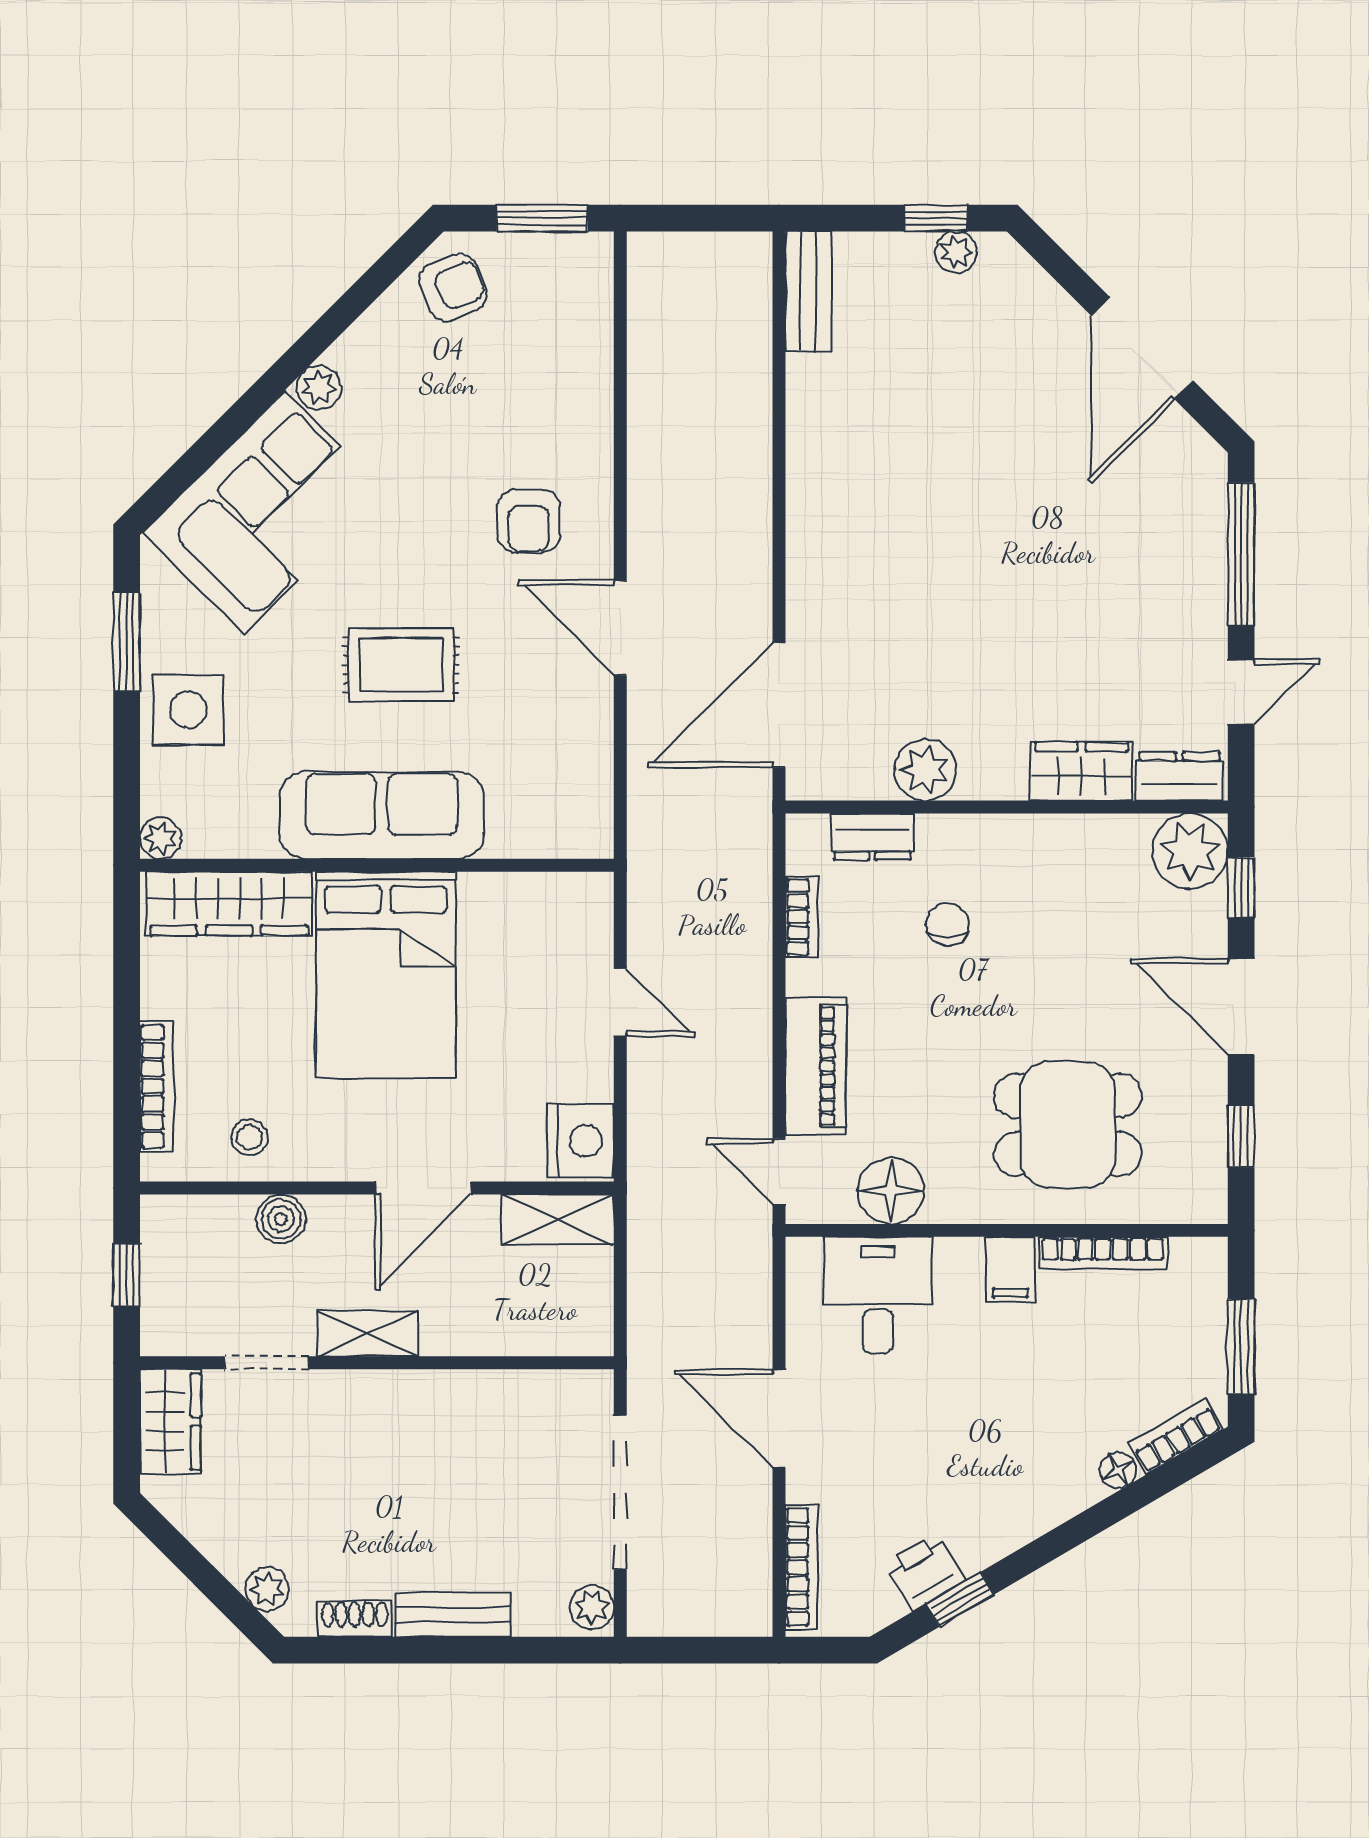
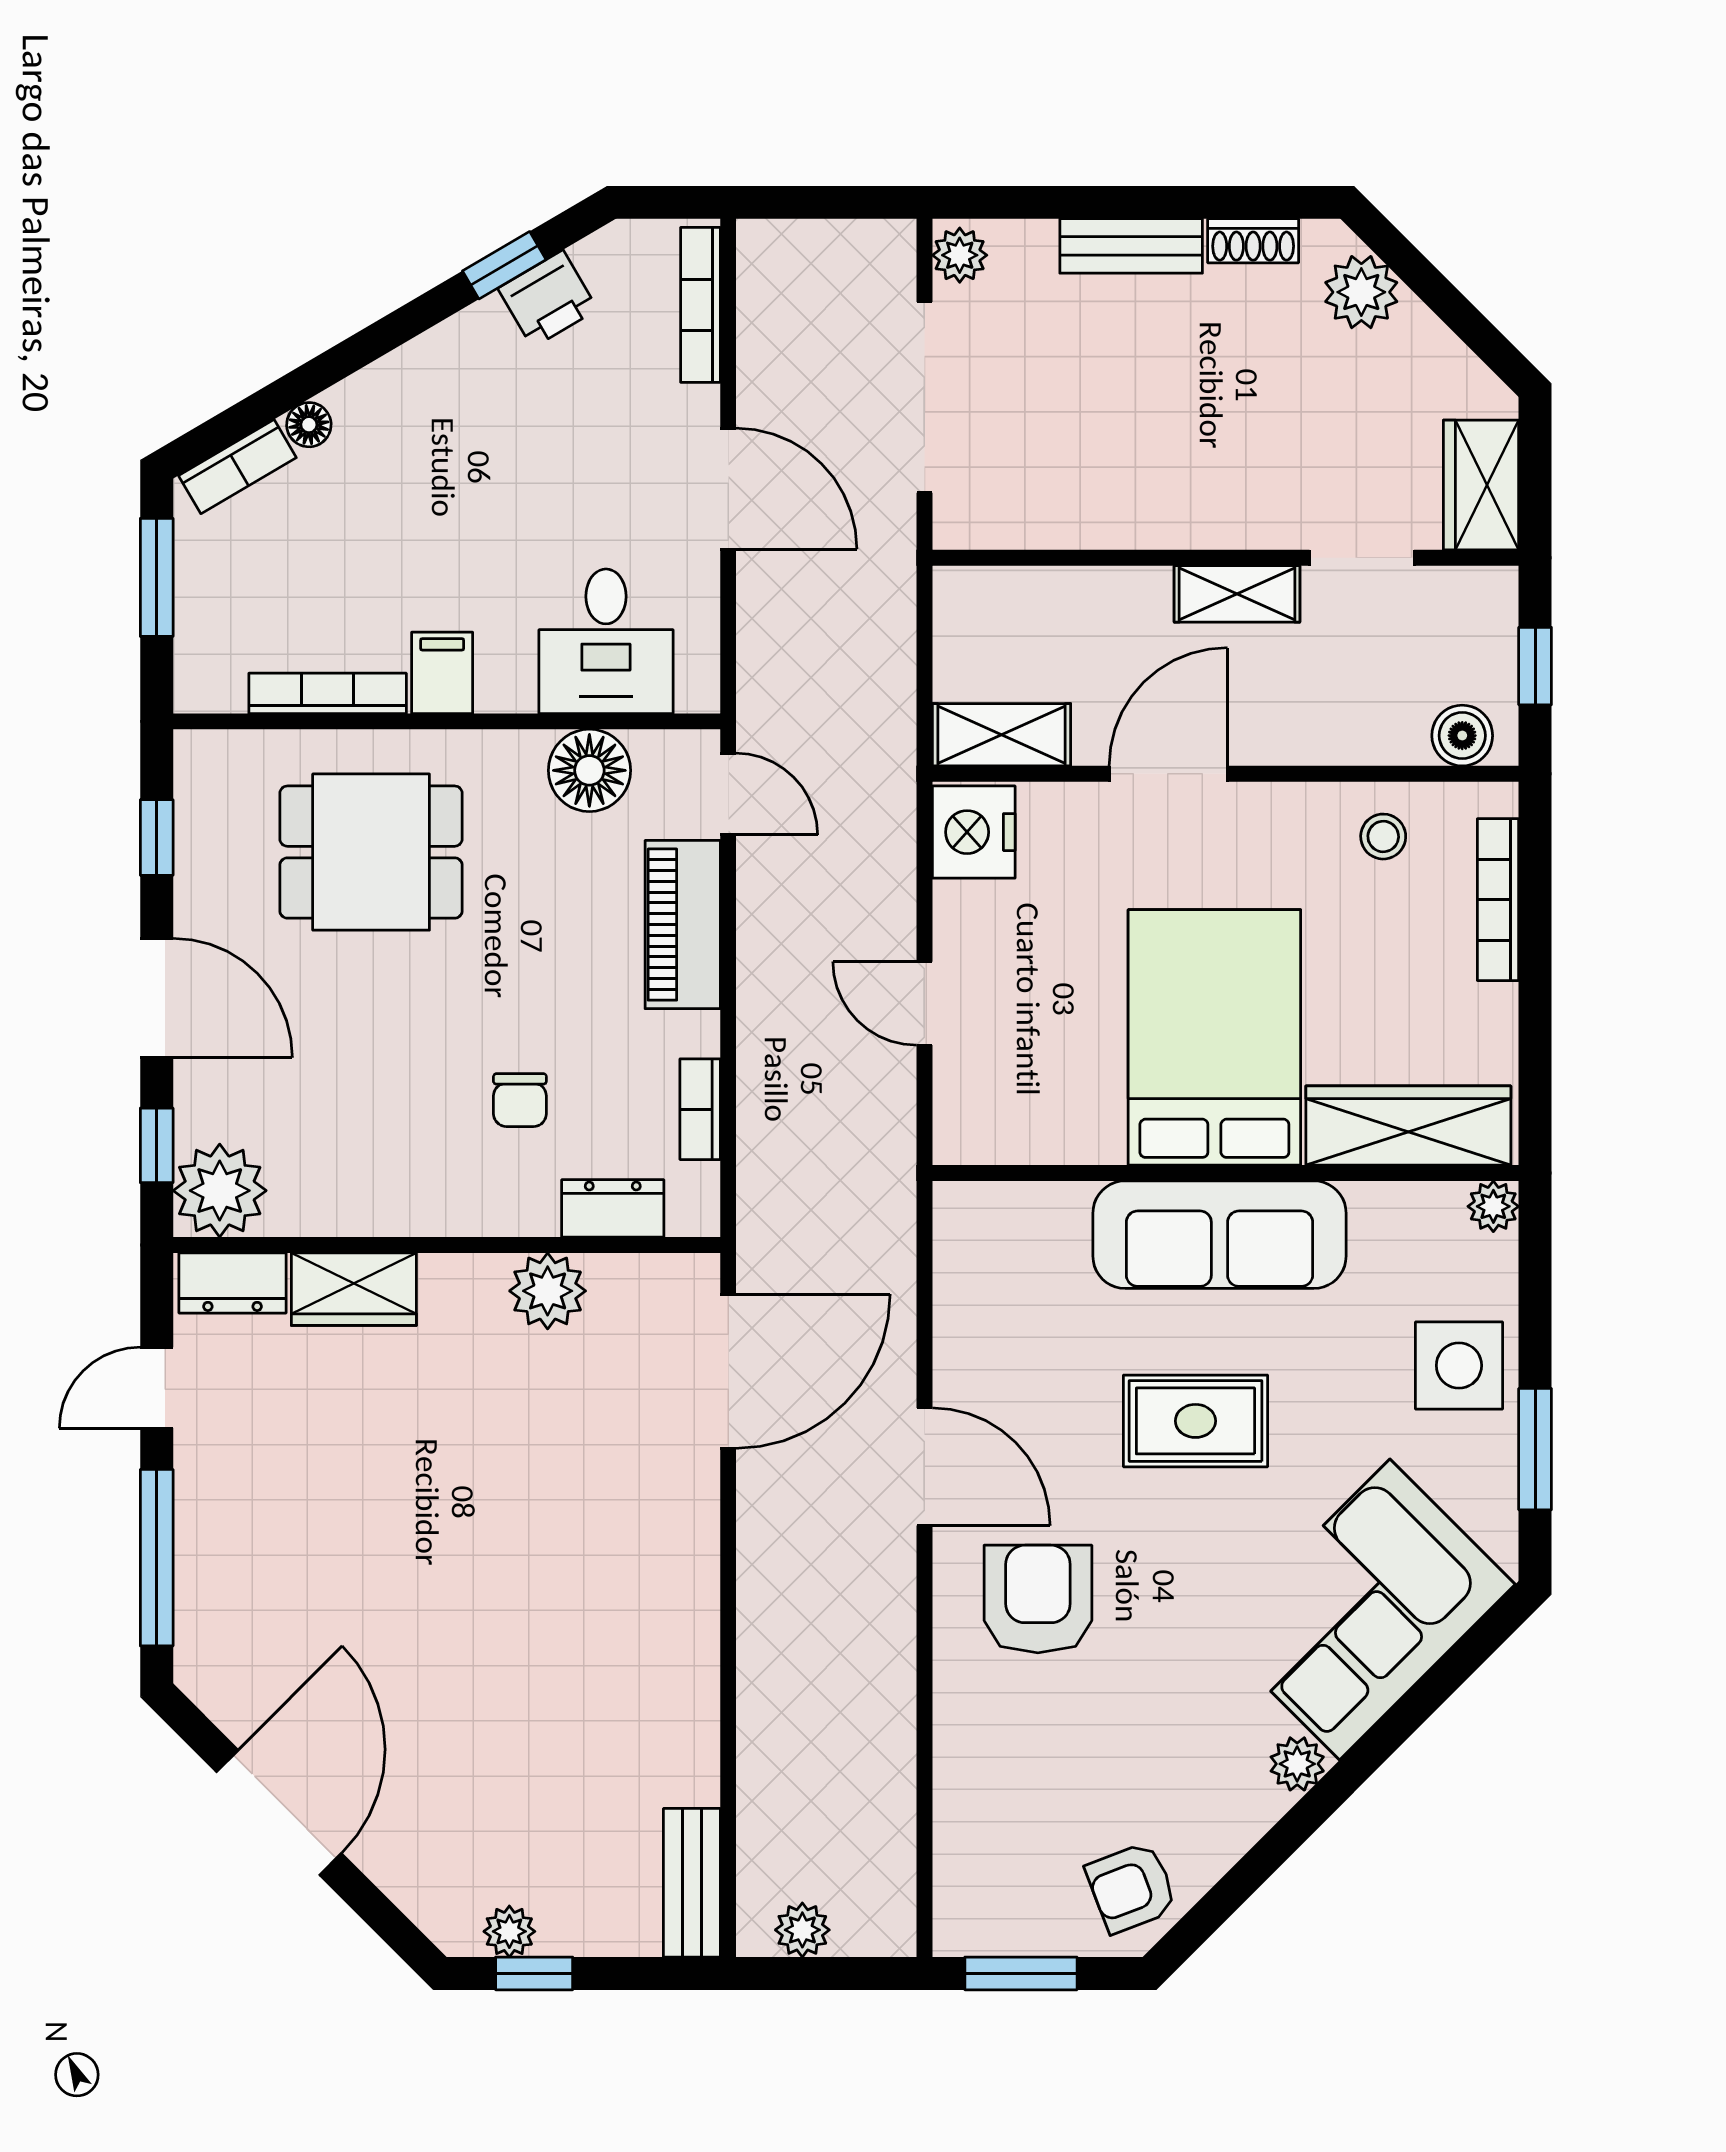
plant: (719, 253) -> (802, 1930), added
armchair: (529, 521) -> (1038, 1599), width x1.38, depth x1.38
boiler: (281, 1219) -> (1462, 736), moved
plant: (267, 1589) -> (1361, 292), width x1.38, depth x1.38

